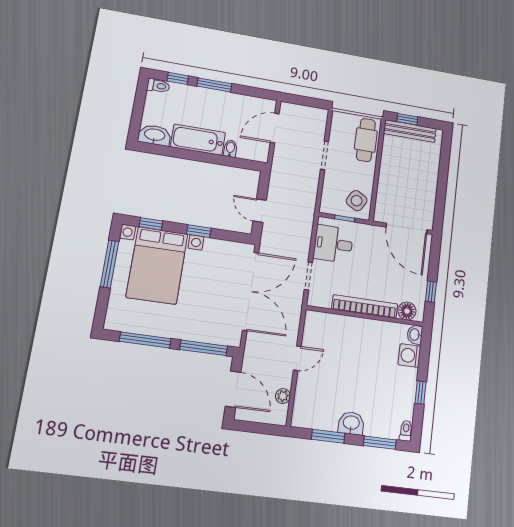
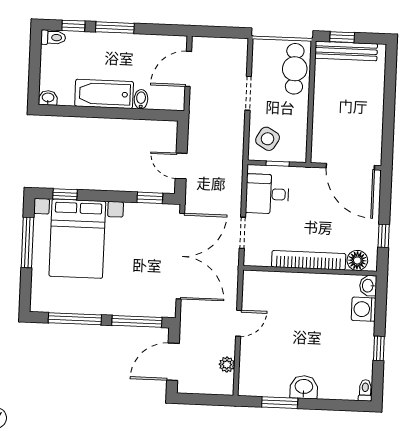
washbasin: (155, 135) -> (48, 98), width x0.52, depth x0.69
side table: (357, 201) -> (268, 139), moved
window: (199, 231) -> (150, 198), moved
door: (233, 389) -> (173, 362), swing flipped
window: (380, 443) -> (337, 405), removed

